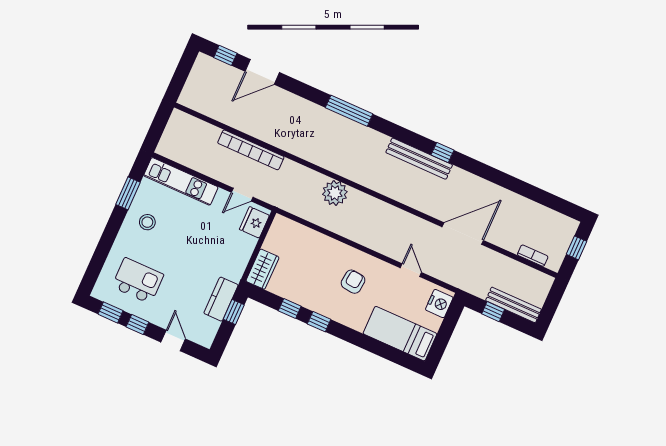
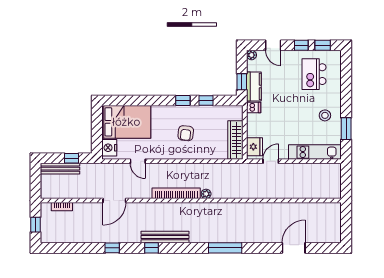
window: (225, 55) -> (112, 248), moved
bookcase: (251, 150) -> (176, 193), moved
plant: (335, 193) -> (206, 194), width x0.53, depth x0.53
door: (463, 234) -> (114, 201), width x0.73
wardrobe: (262, 269) -> (235, 140), moved, width x1.50
dishwasher: (233, 273) -> (254, 107), added
kitchen island: (138, 281) -> (314, 74), turned 90
armchair: (353, 282) -> (186, 133), moved
bed: (400, 334) -> (126, 122), width x1.50
plant: (206, 340) -> (252, 55), added

